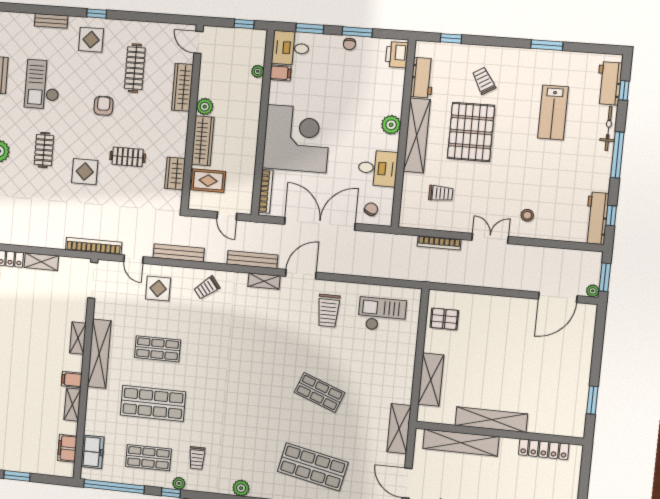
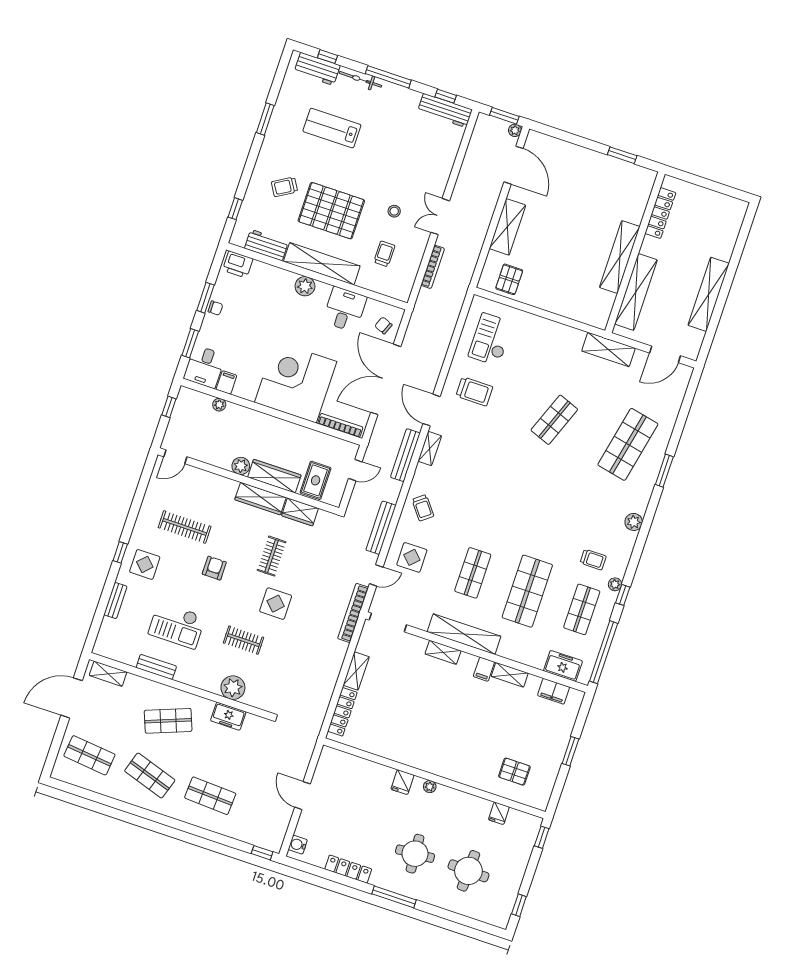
wardrobe: (182, 87) -> (260, 499), moved
armchair: (103, 106) -> (214, 568), turned 90
lab bench: (553, 112) -> (332, 128), turned 180
stool: (527, 215) -> (394, 211), moved
shelving: (431, 380) -> (507, 227), moved, turned 90

